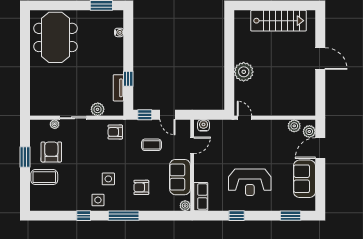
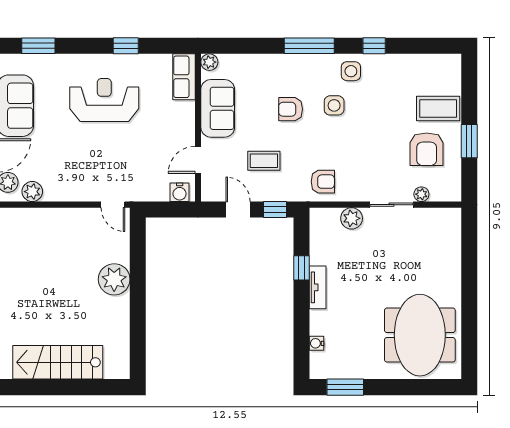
tv unit: (118, 88) -> (318, 287), moved
armchair: (141, 187) -> (291, 109), moved, turned 180

